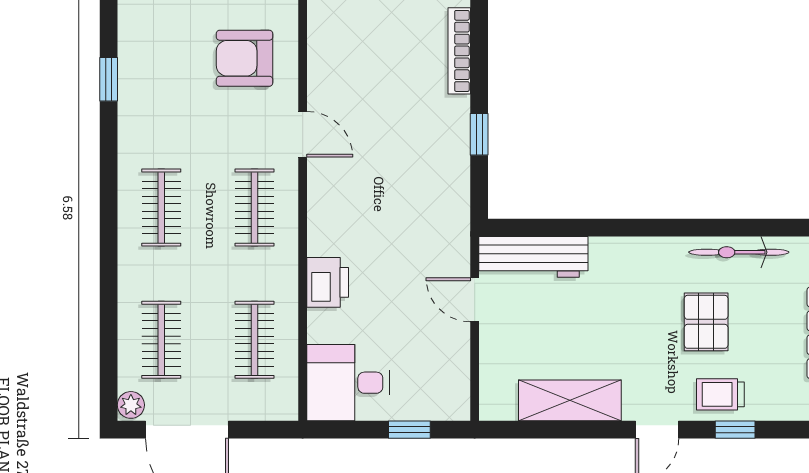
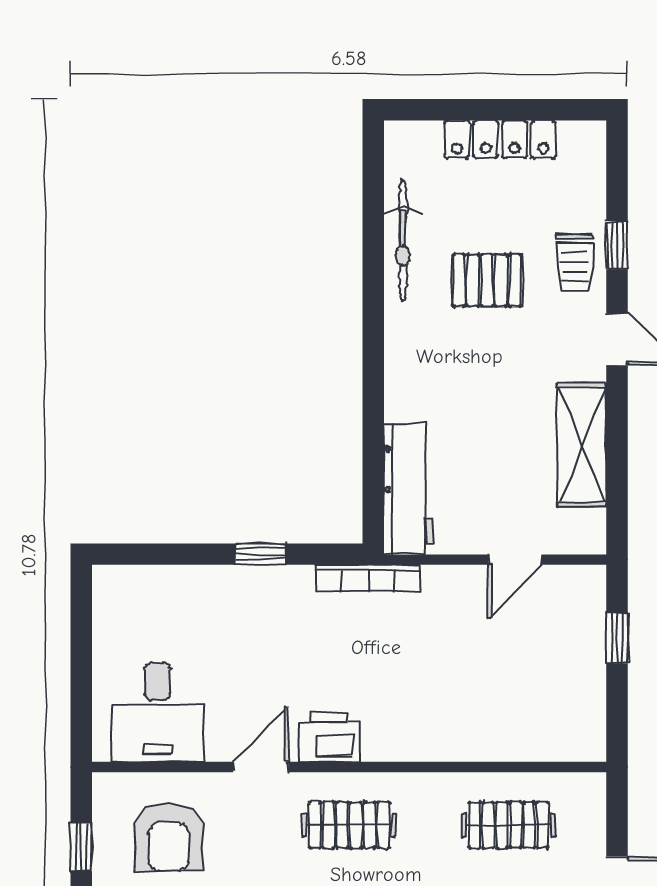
bookcase: (459, 51) -> (368, 578), moved
printer: (328, 282) -> (329, 737), moved
door: (475, 300) -> (515, 560), moved
desk: (348, 383) -> (158, 712), moved

